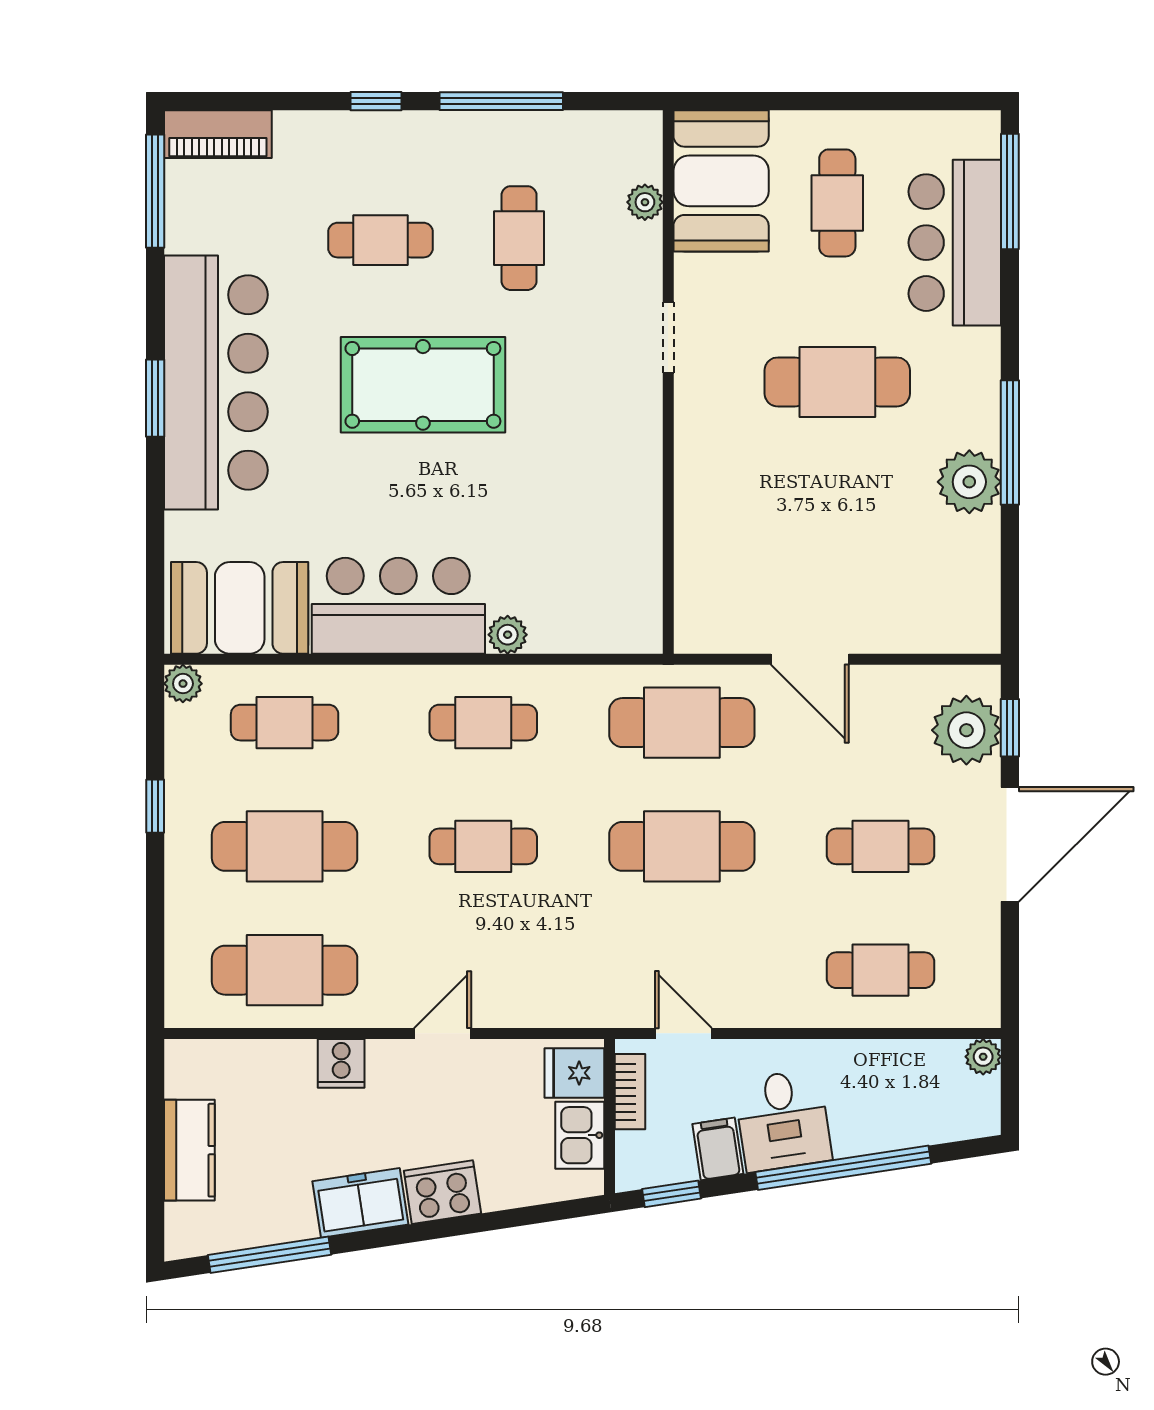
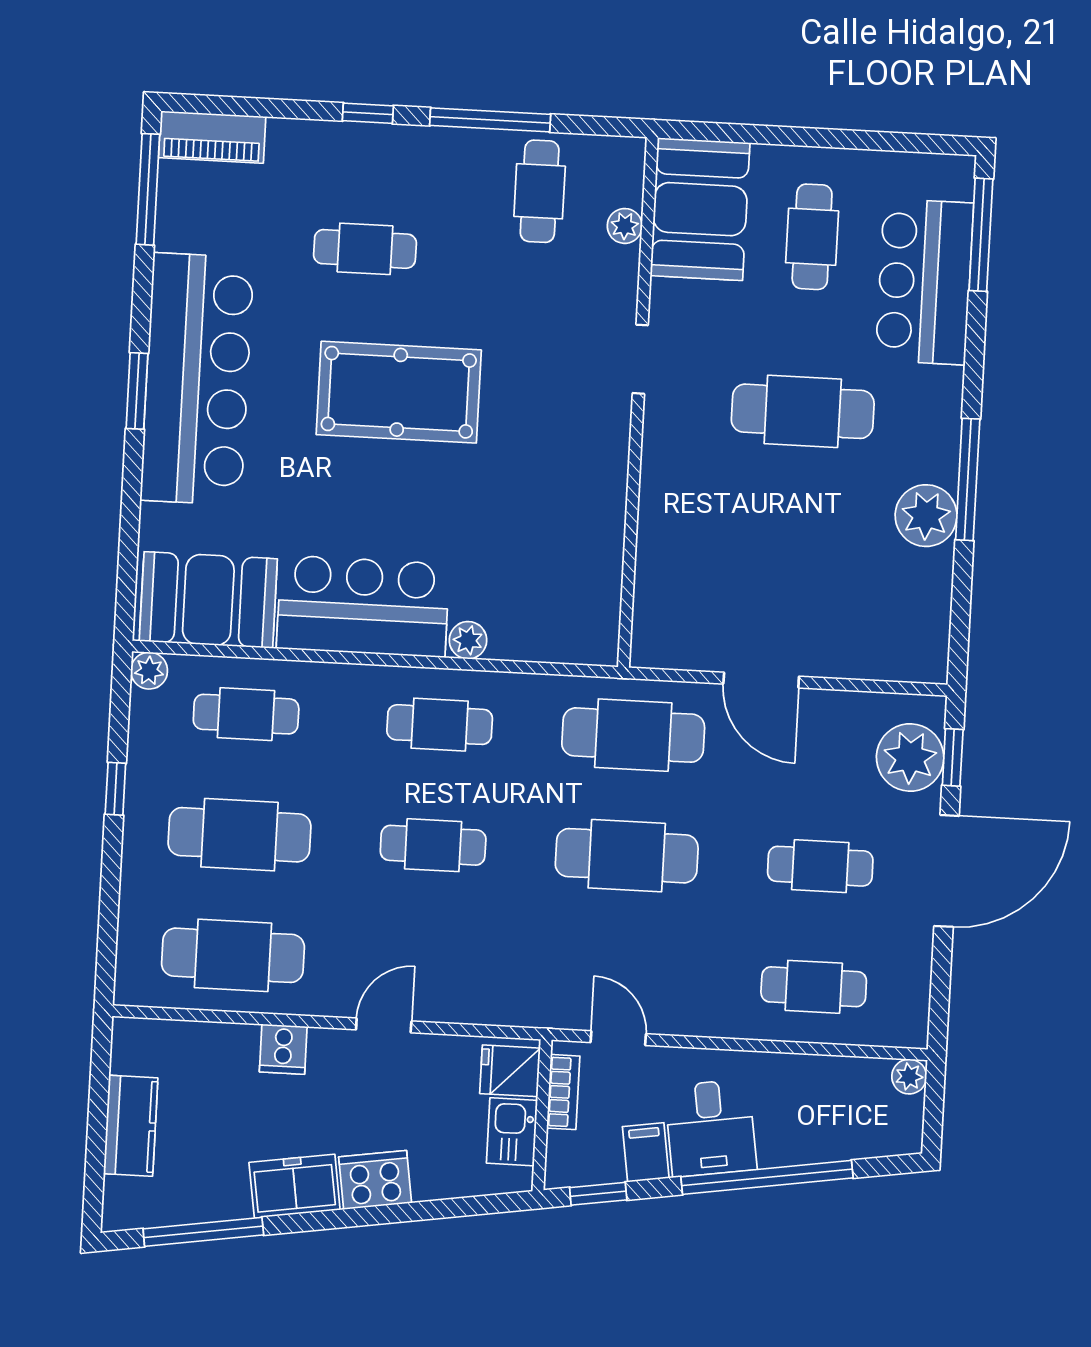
cafe table: (519, 238) -> (540, 191), moved

